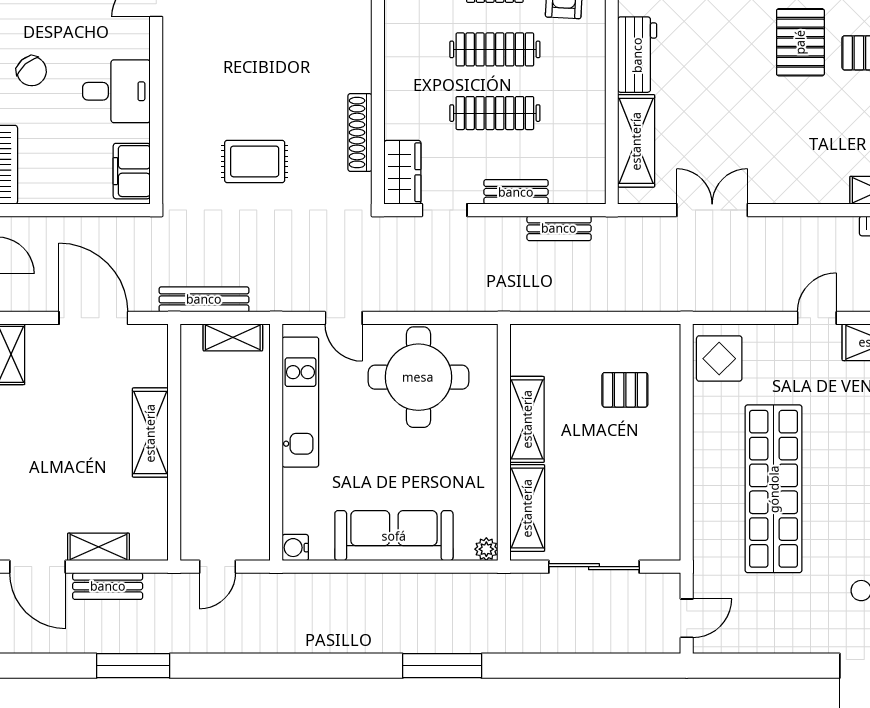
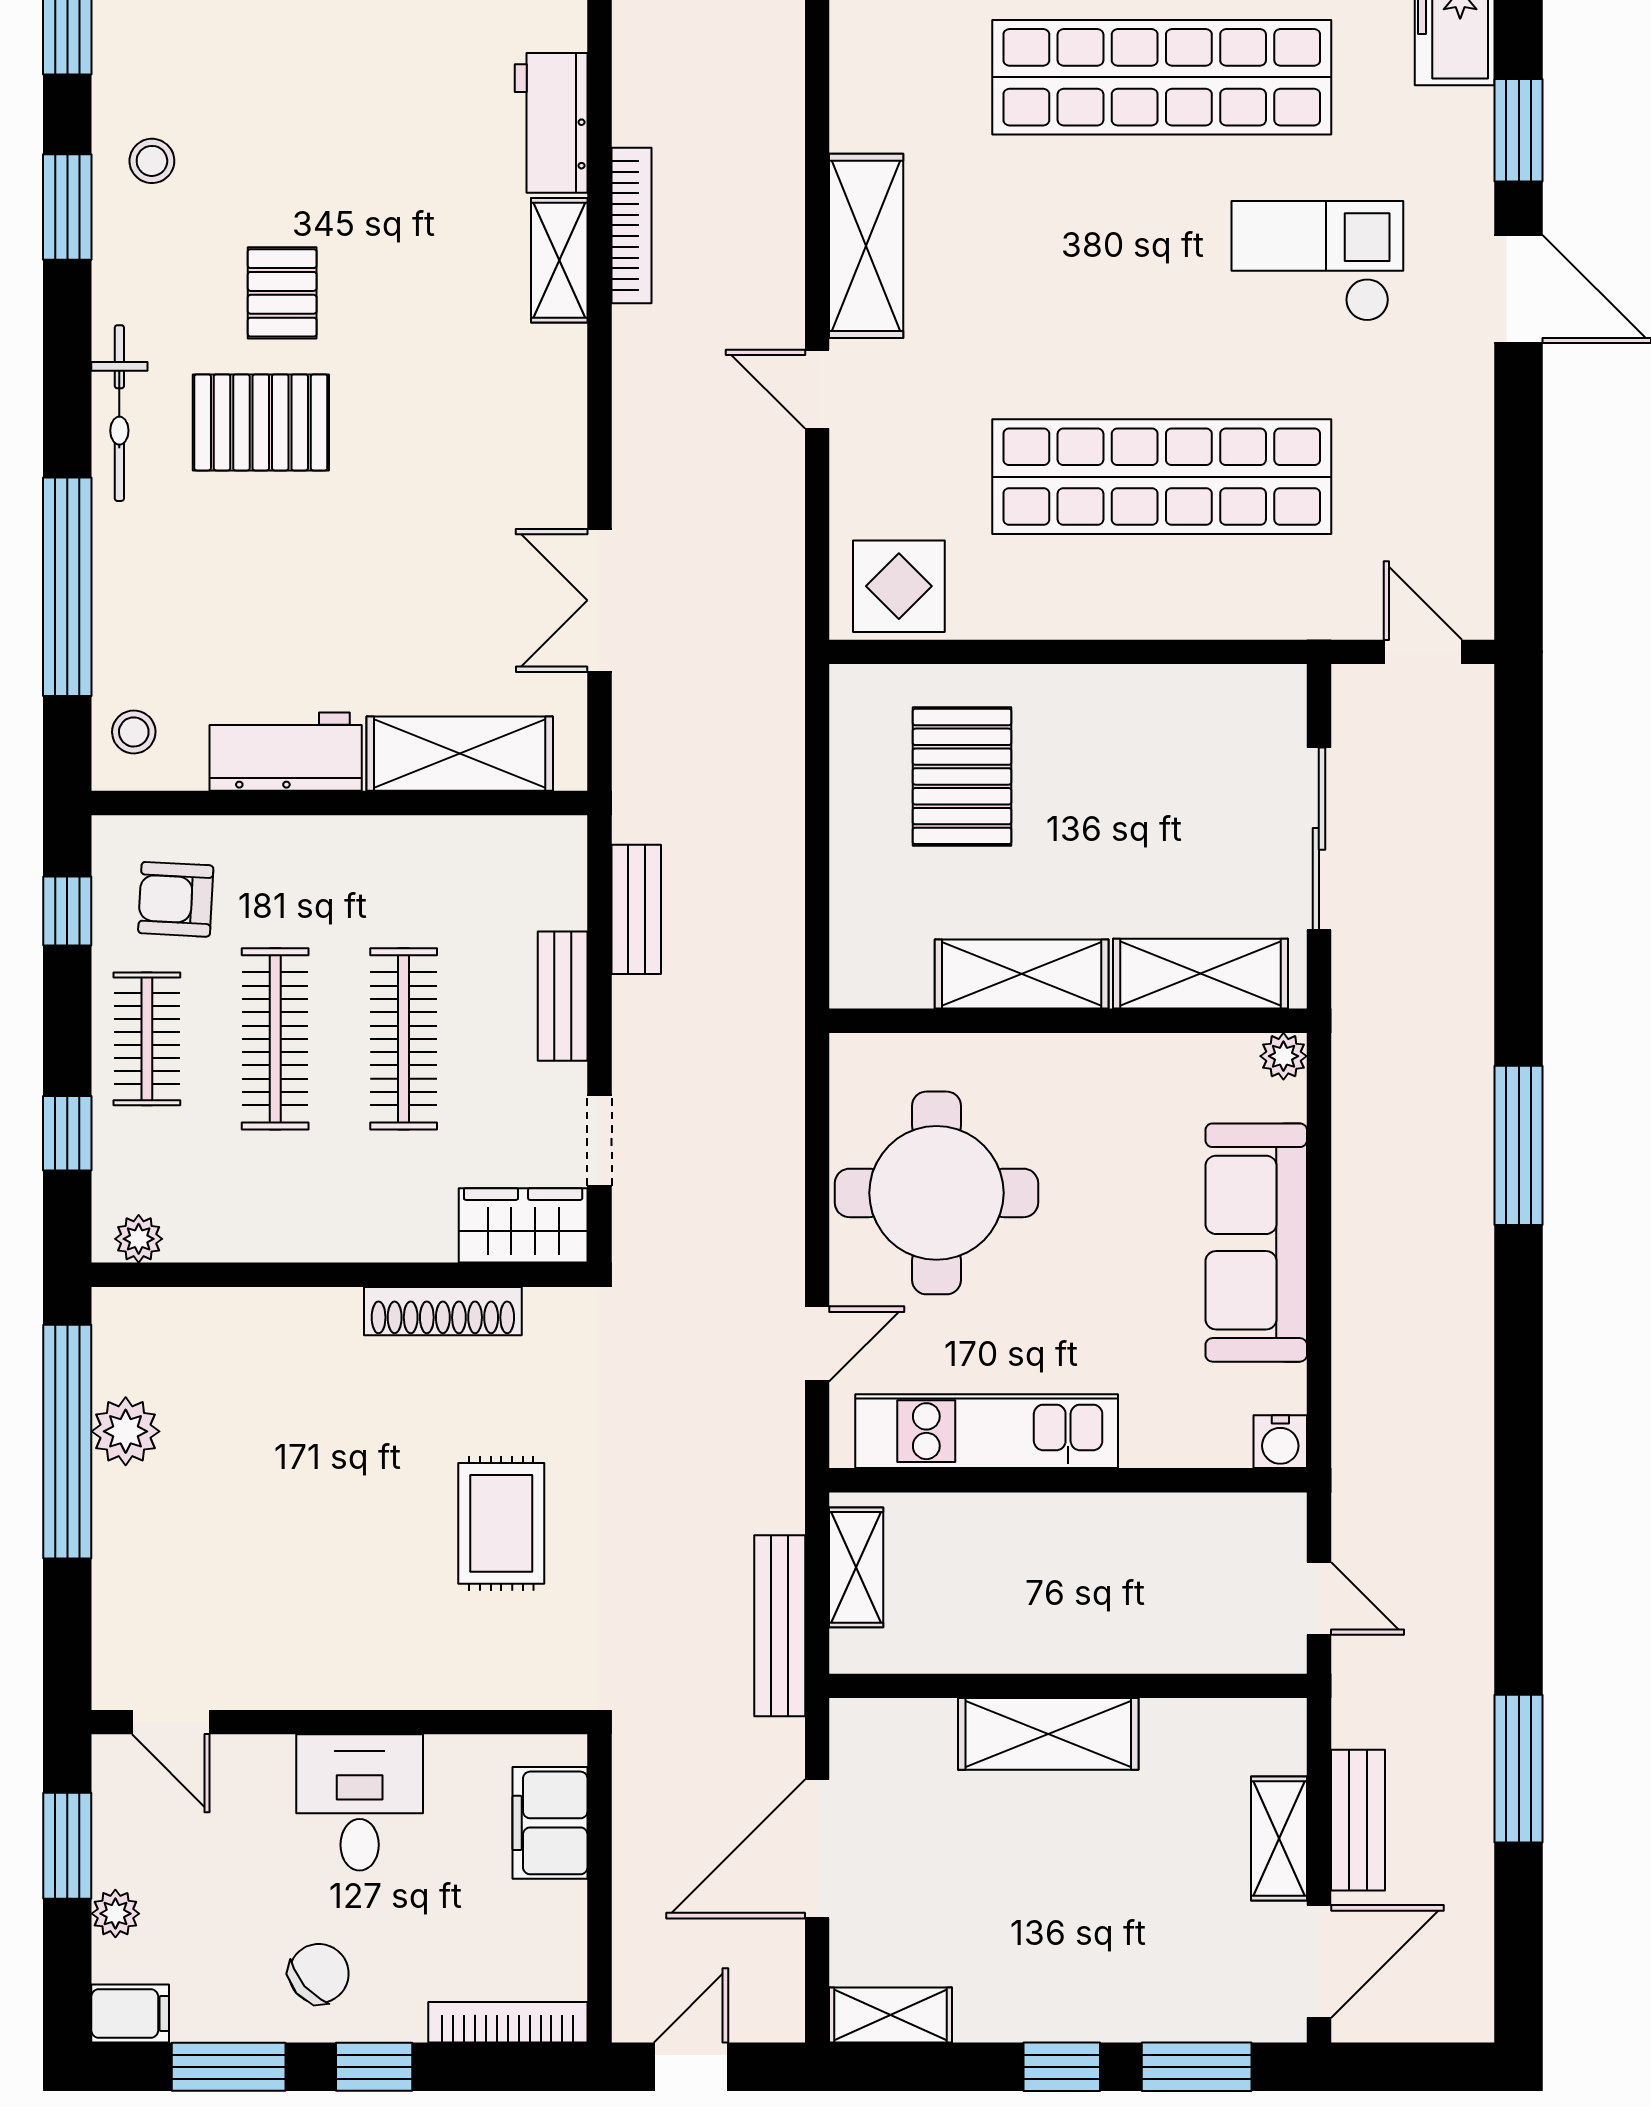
filing cabinet: (132, 171) -> (550, 1823), moved, turned 90
pallet: (625, 390) -> (962, 776), width x1.50, depth x1.42

